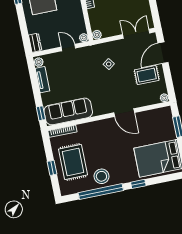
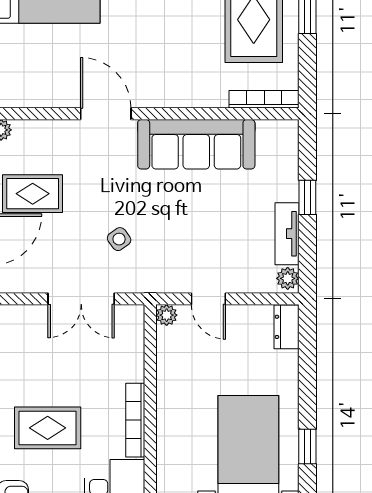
double door: (136, 34) -> (81, 299), moved
plant: (97, 35) -> (133, 316), removed
sofa: (68, 111) -> (196, 144), moved
window: (41, 113) -> (307, 197), moved

